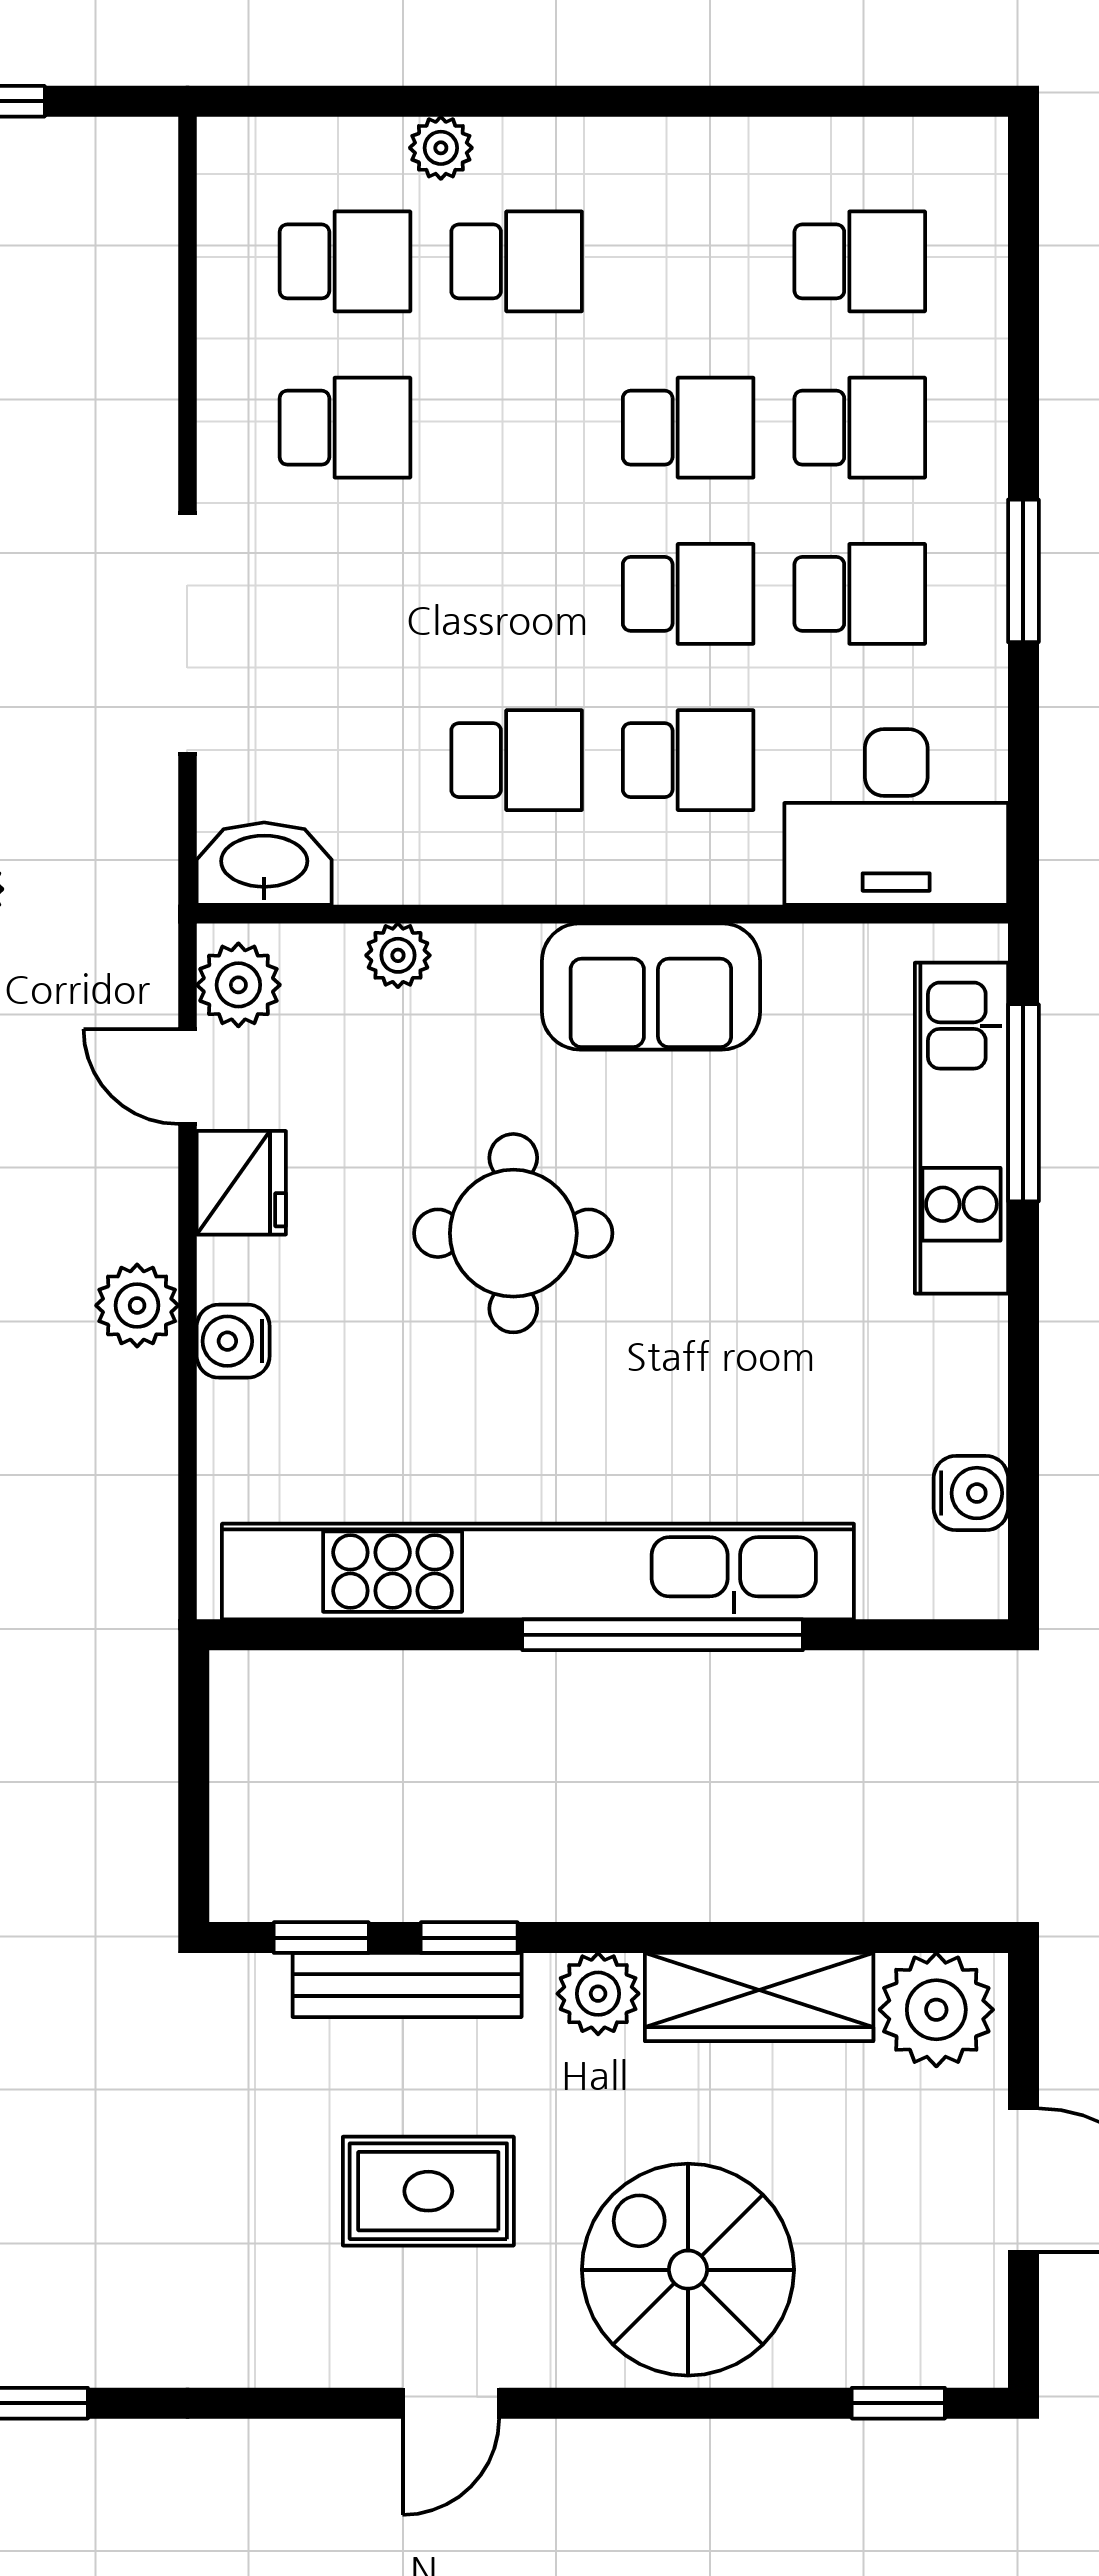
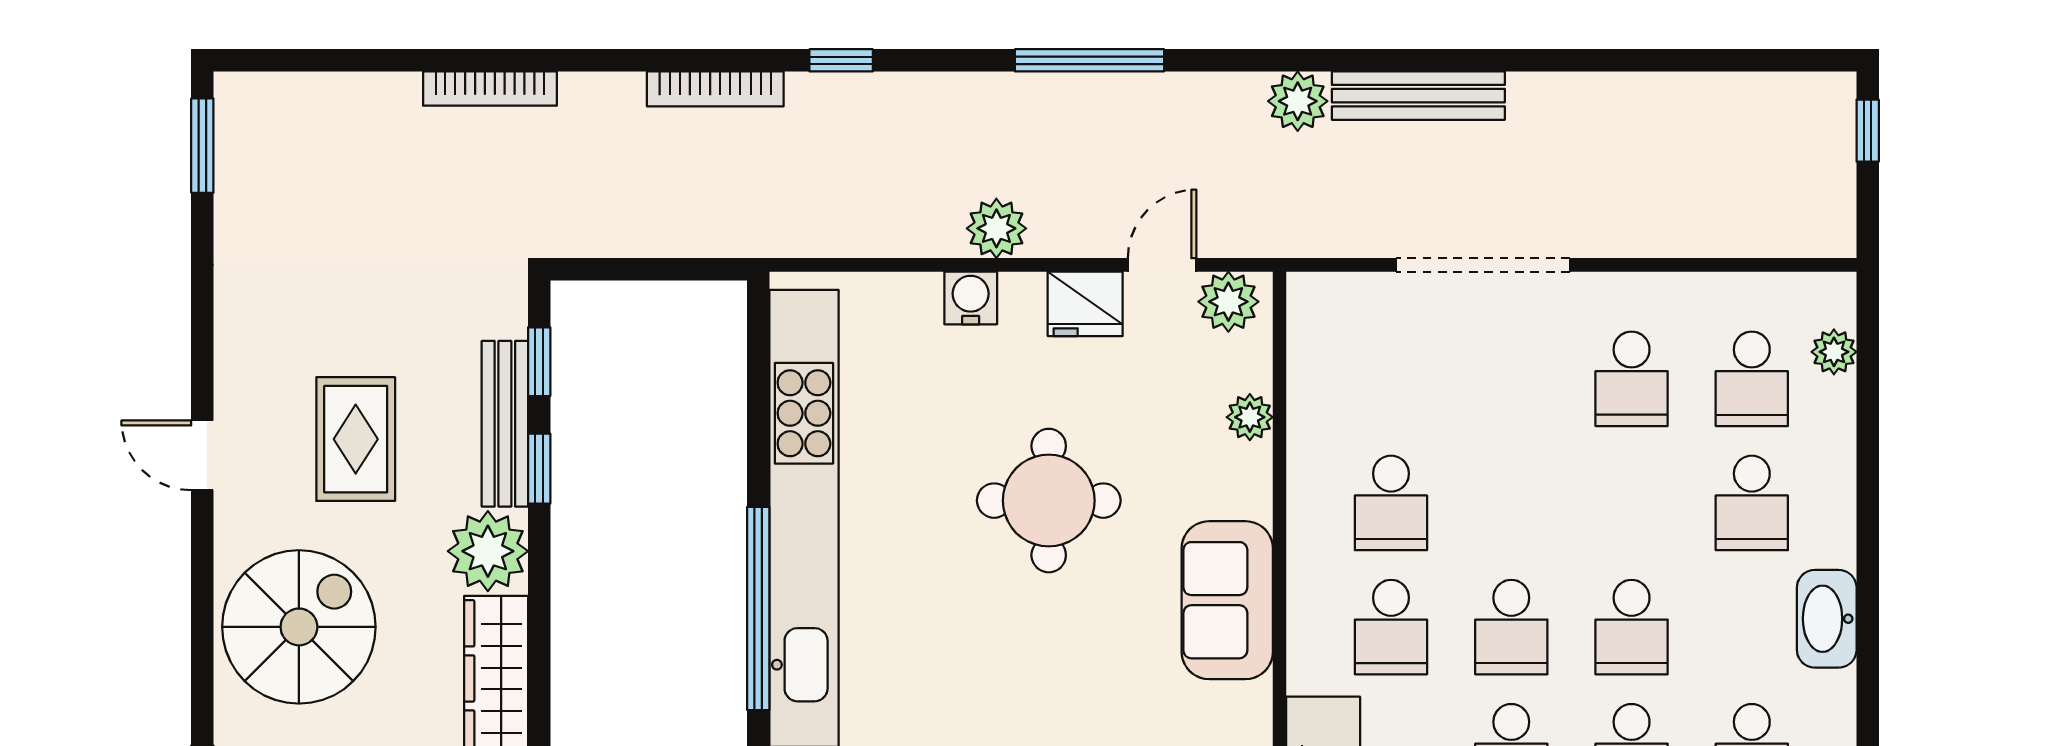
plant: (441, 148) -> (1834, 352), moved
washbasin: (264, 864) -> (1827, 619), moved, turned 180
plant: (598, 1994) -> (488, 551), width x1.36, depth x1.36

